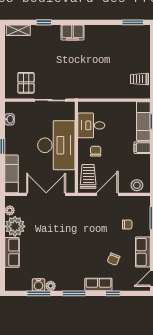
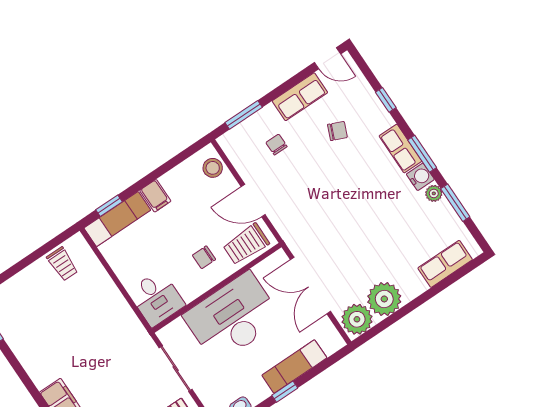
desk: (91, 125) -> (156, 298), moved
exam couch: (12, 174) -> (294, 367), moved
plant: (10, 210) -> (357, 319), width x1.87, depth x1.87
row of seats: (12, 252) -> (445, 264), moved
row of seats: (98, 284) -> (401, 149), moved
water cooler: (39, 285) -> (420, 177), moved

